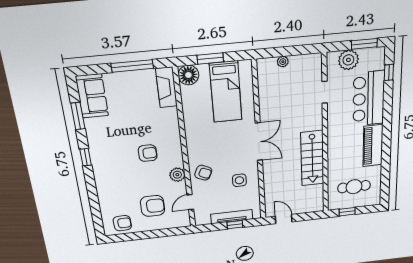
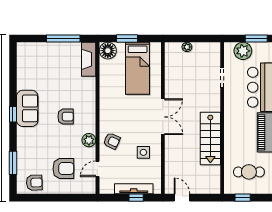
sofa: (92, 96) -> (27, 108), moved
window: (78, 116) -> (13, 163), moved

